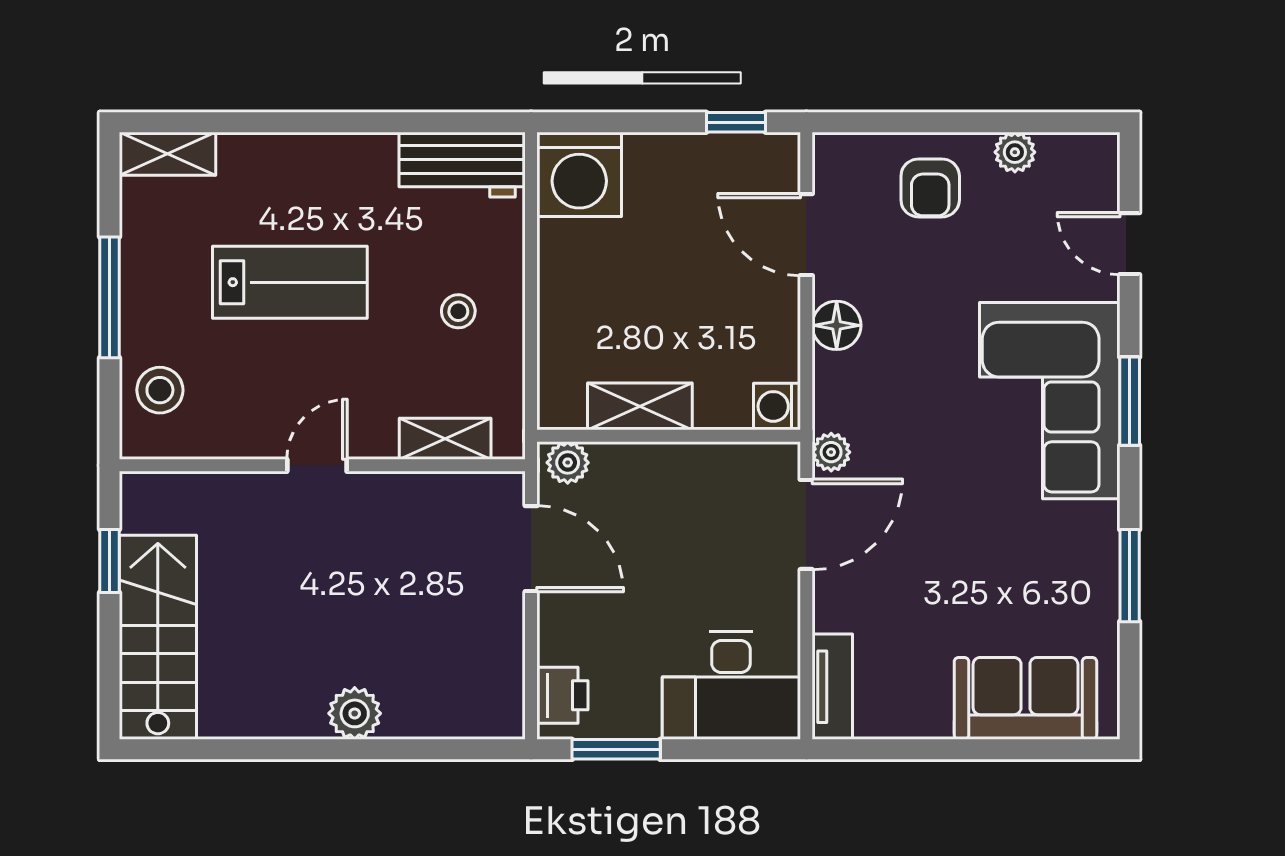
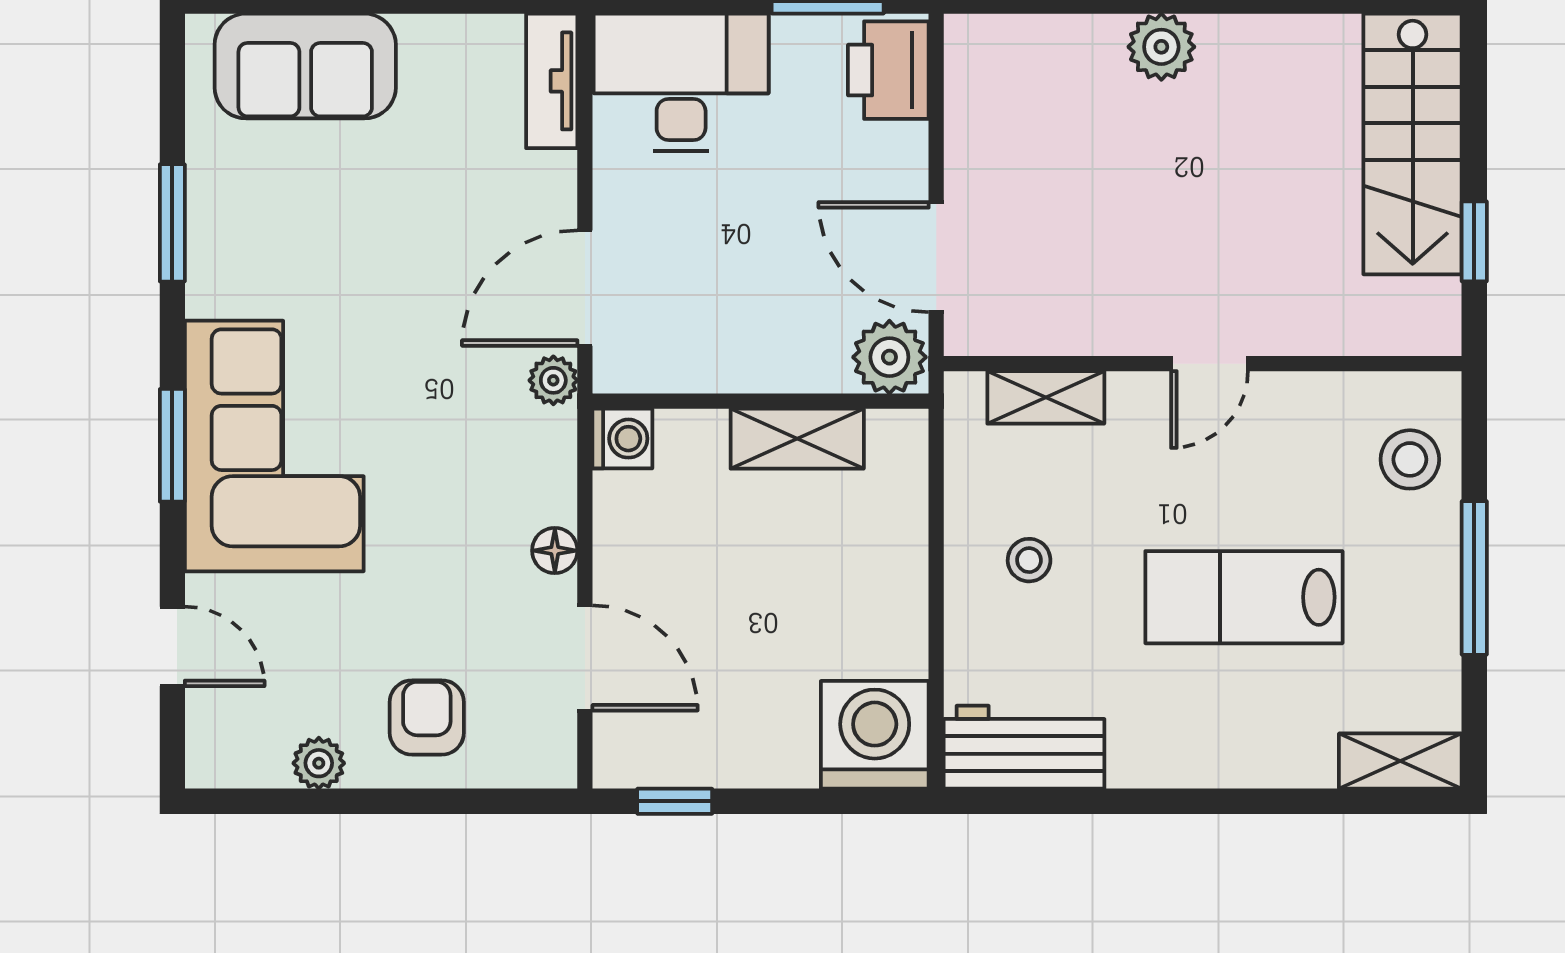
floor lamp: (837, 325) -> (555, 551), width x0.73, depth x0.73
plant: (568, 463) -> (889, 357), width x1.38, depth x1.38
printer: (562, 695) -> (888, 70), width x1.36, depth x1.24

